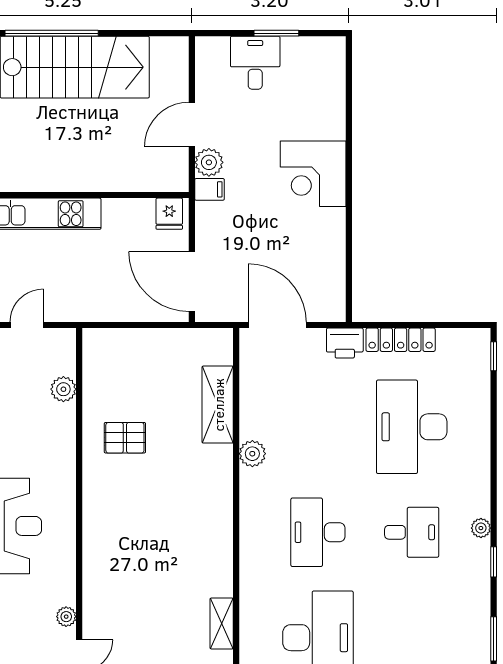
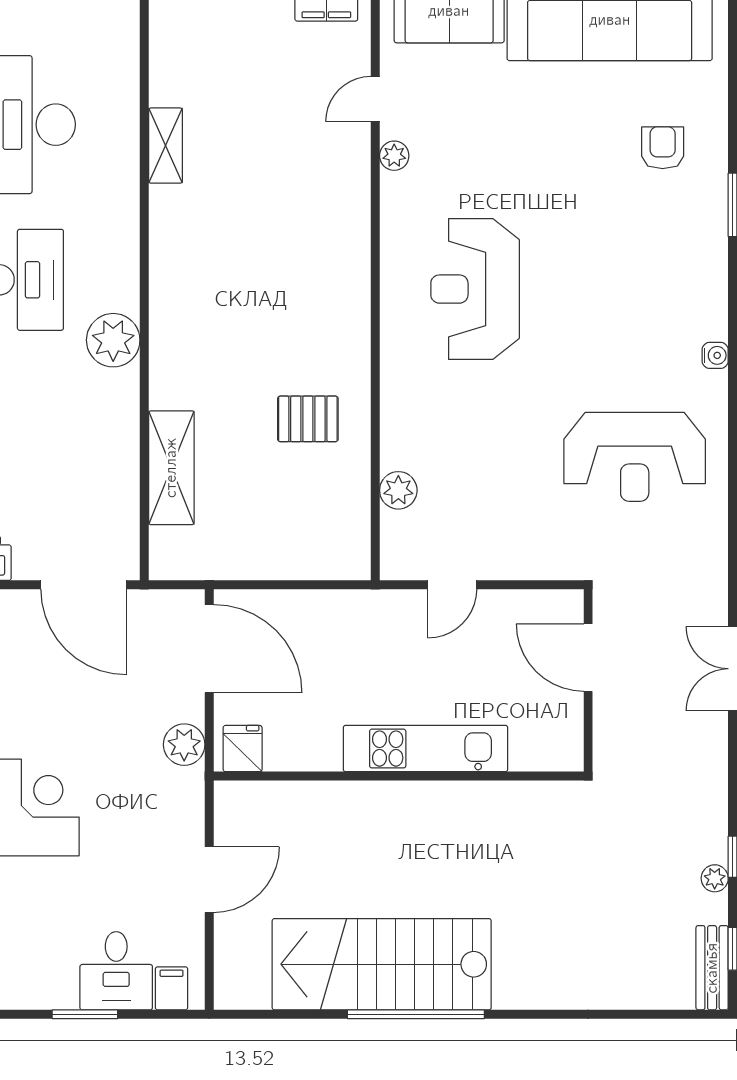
plant: (209, 162) -> (184, 745), moved
filing cabinet: (210, 189) -> (172, 988), moved, turned 90
plant: (252, 454) -> (113, 340), moved, width x1.36, depth x1.36

